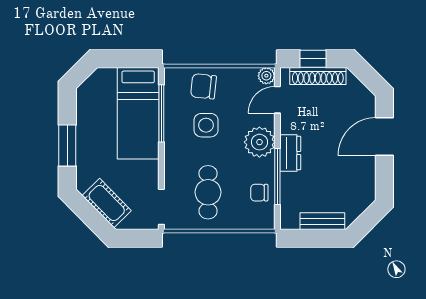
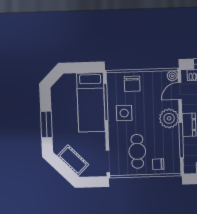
chair: (203, 86) -> (132, 84), turned -96
side table: (206, 125) -> (124, 113), moved
chair: (259, 193) -> (158, 164), moved

